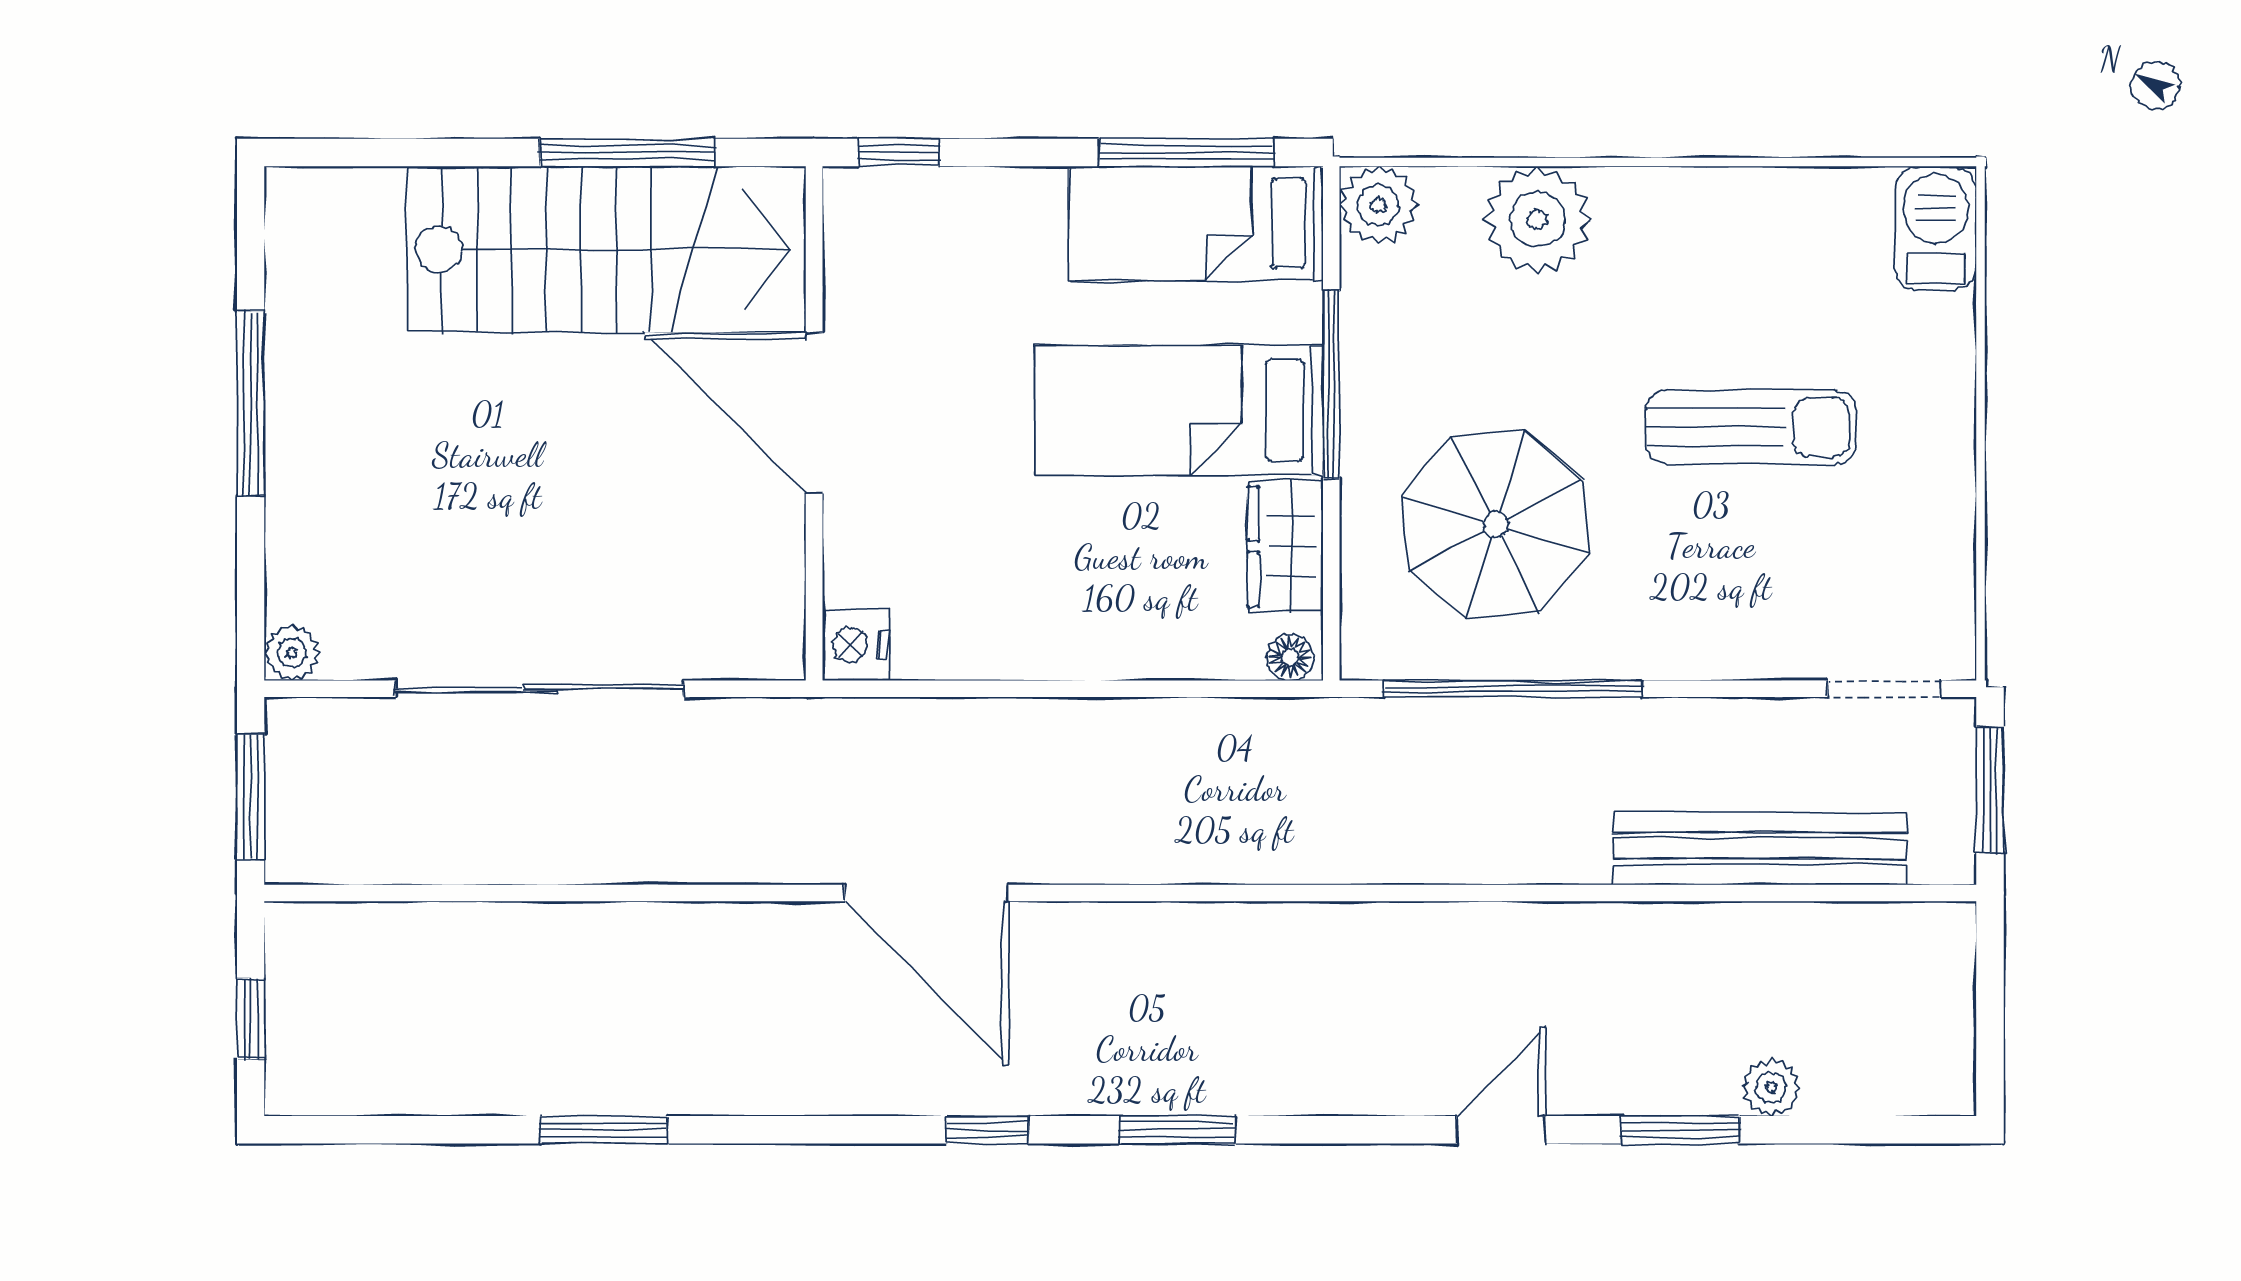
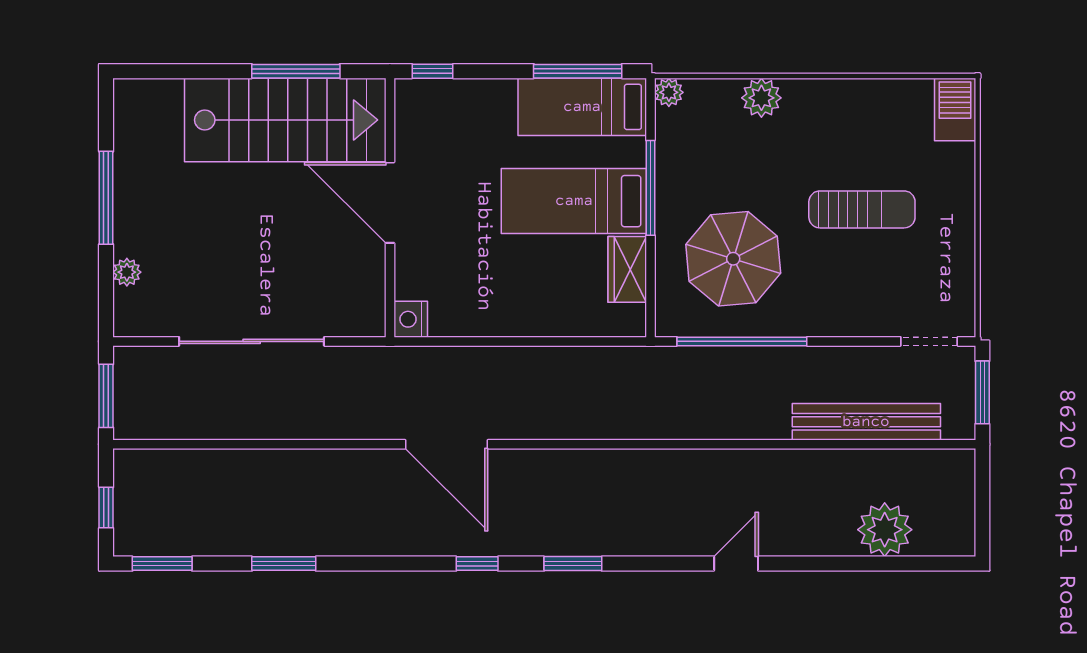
plant: (1378, 205) -> (669, 92), width x0.73, depth x0.73
plant: (1537, 220) -> (761, 98), width x0.73, depth x0.73
plant: (292, 653) -> (127, 272), moved
floor lamp: (1290, 657) -> (630, 325), removed
plant: (1771, 1088) -> (885, 530), width x1.87, depth x1.87
window: (1680, 1130) -> (162, 564), moved

